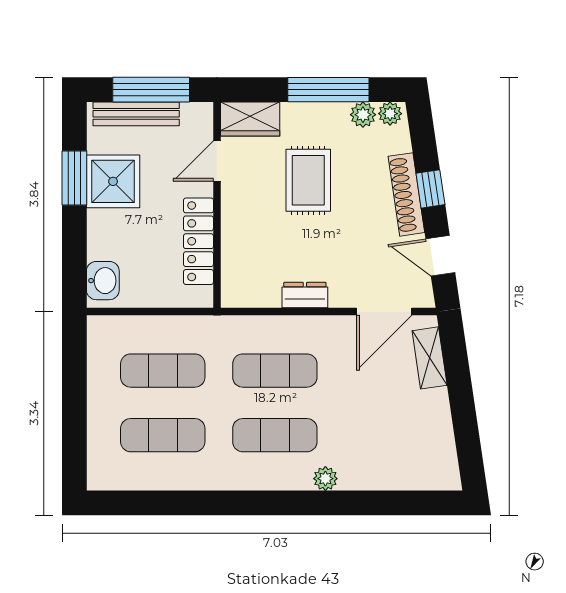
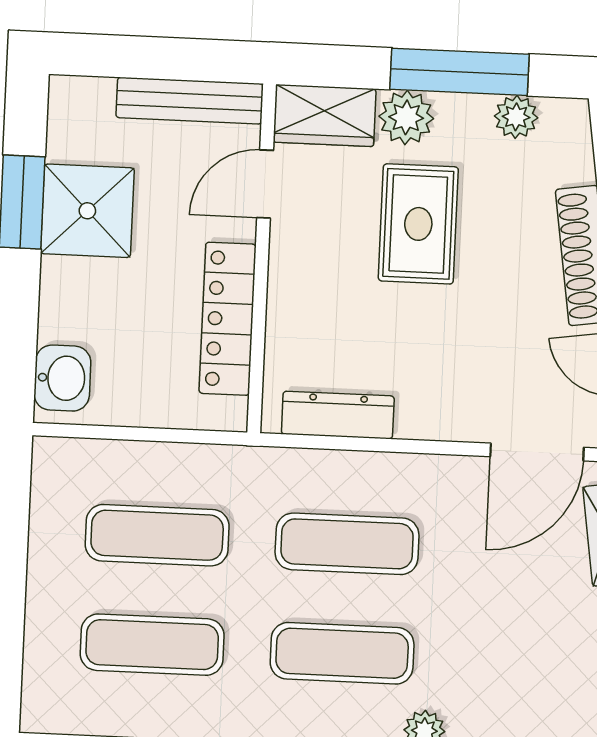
window: (151, 90) -> (159, 58), removed
bench: (136, 114) -> (190, 101), moved
plant: (390, 114) -> (406, 117), moved, width x1.38, depth x1.38
dresser: (305, 295) -> (338, 415), moved, width x1.44

